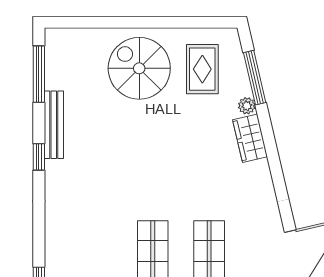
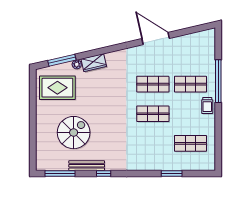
spiral stairs: (139, 68) -> (74, 133), moved, turned 180
rug: (202, 69) -> (57, 88), width x1.36, depth x1.43

